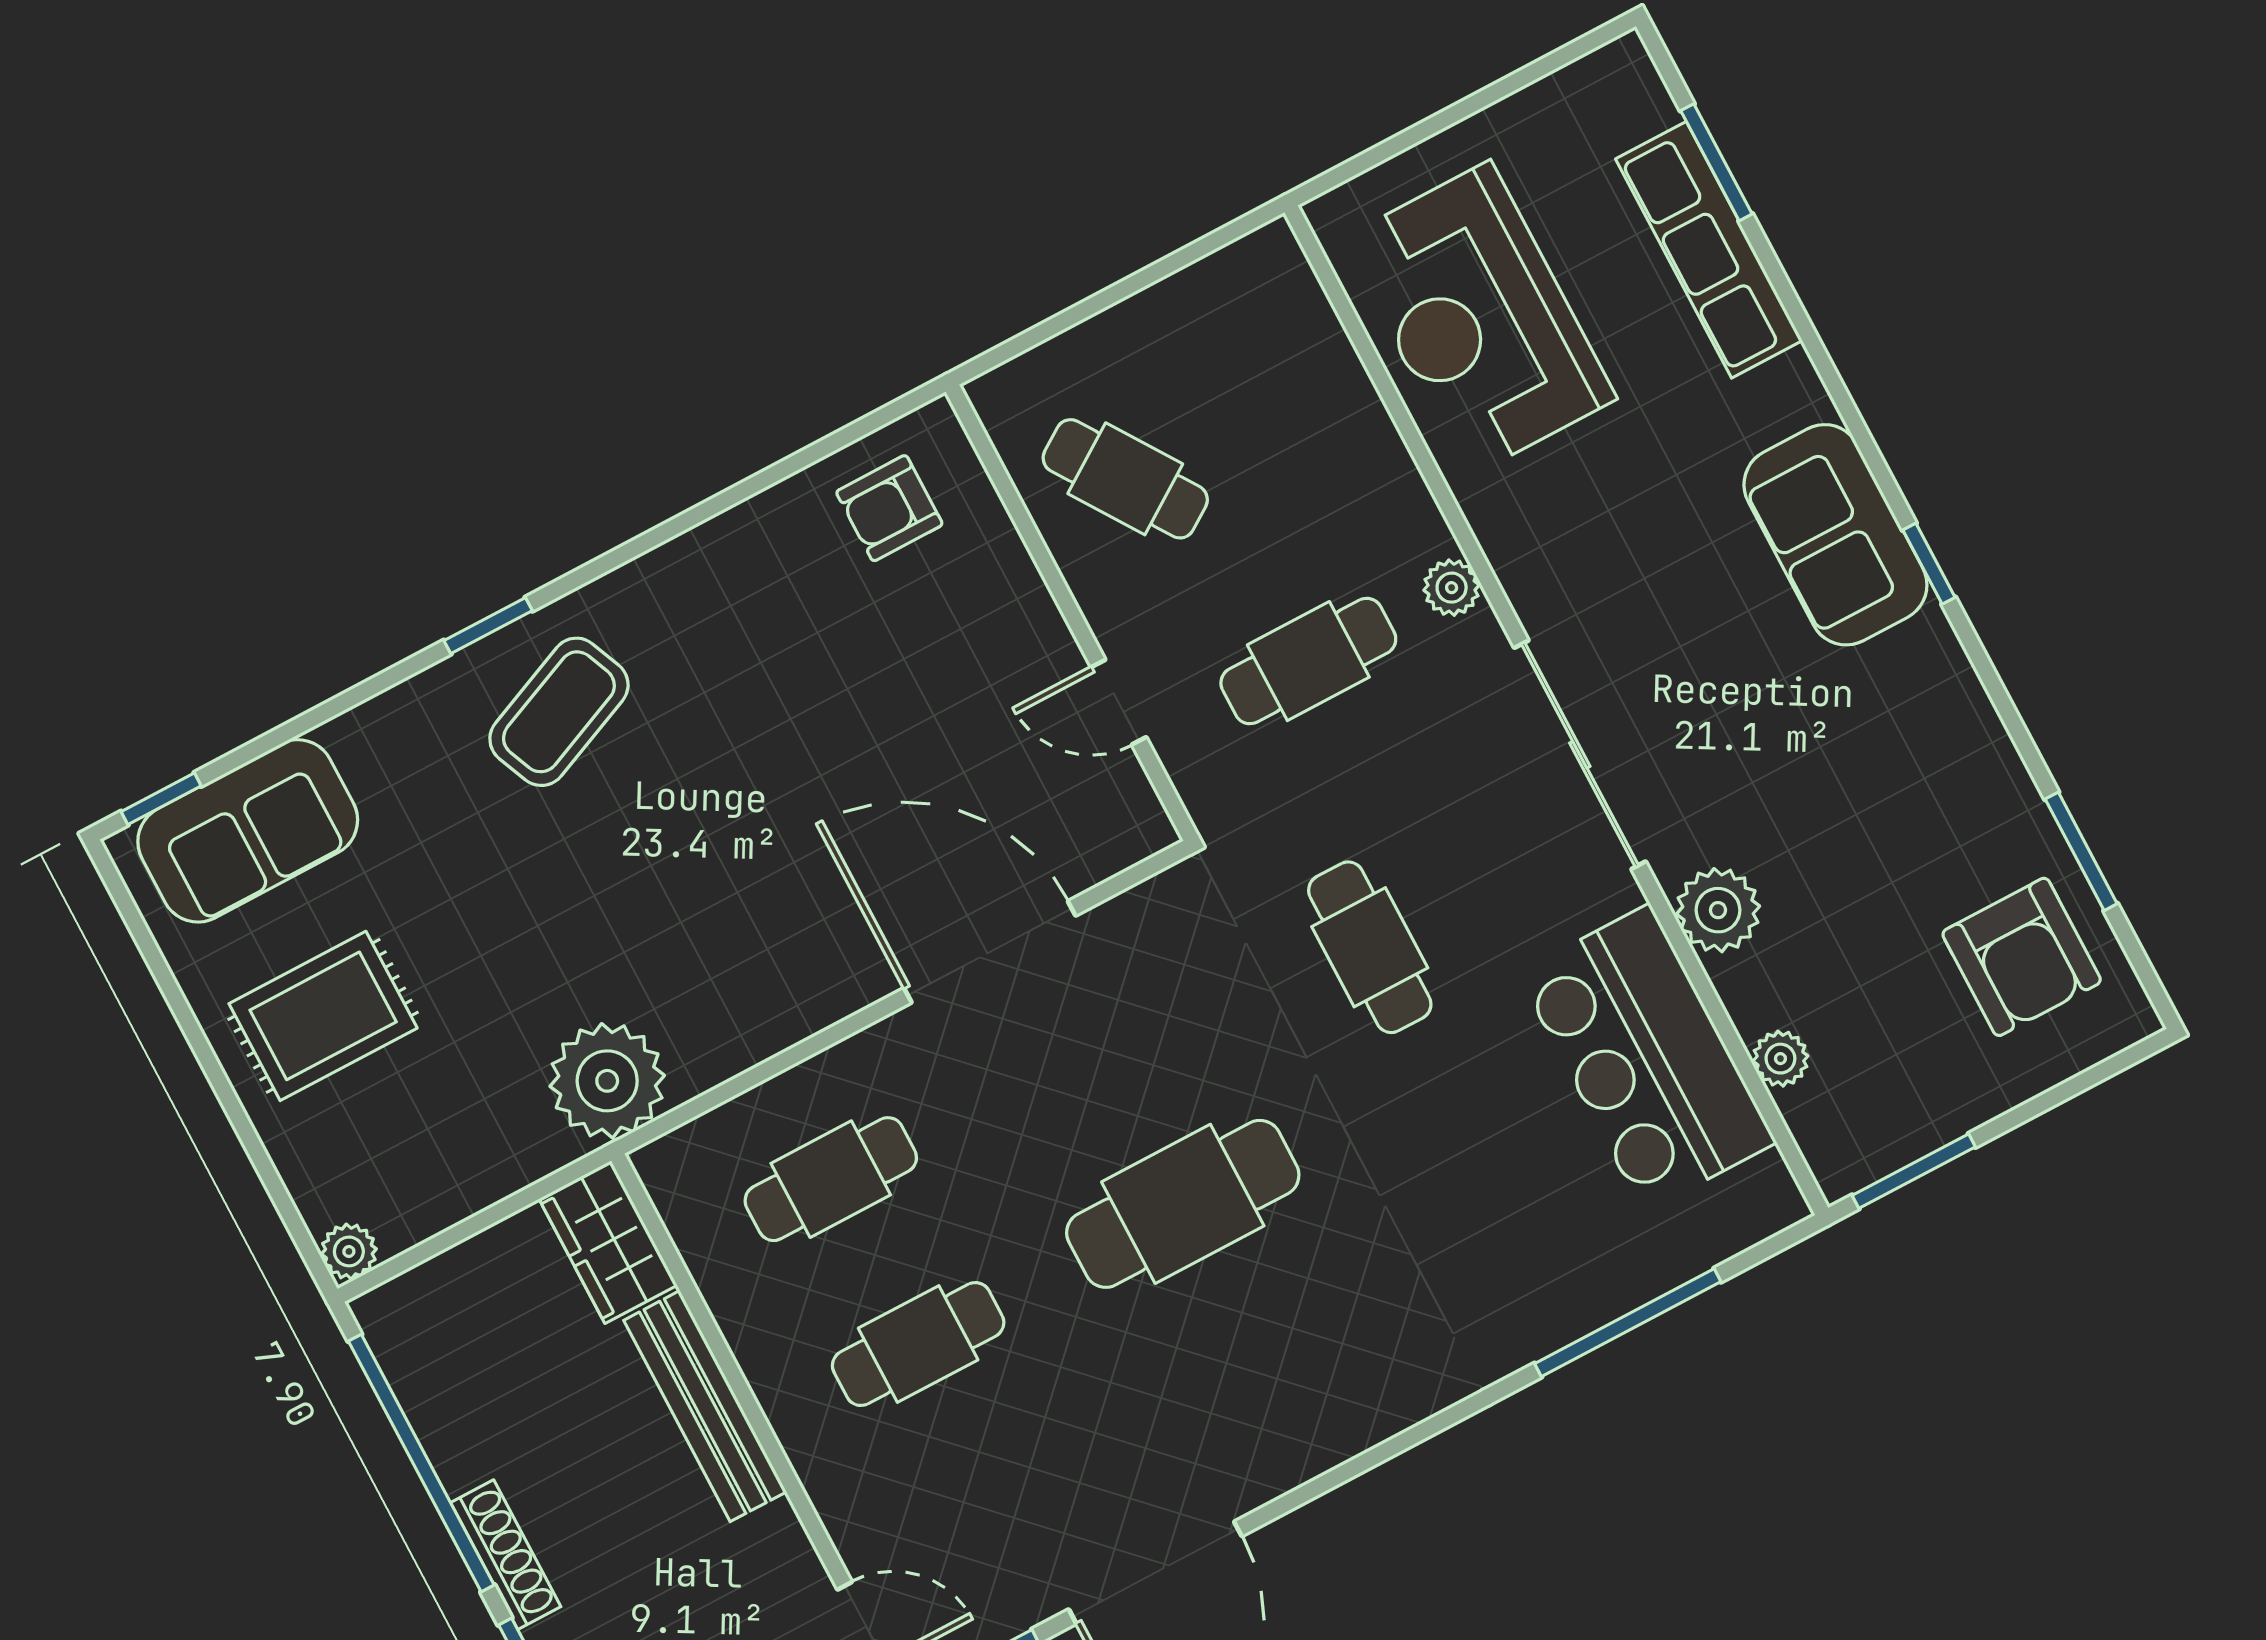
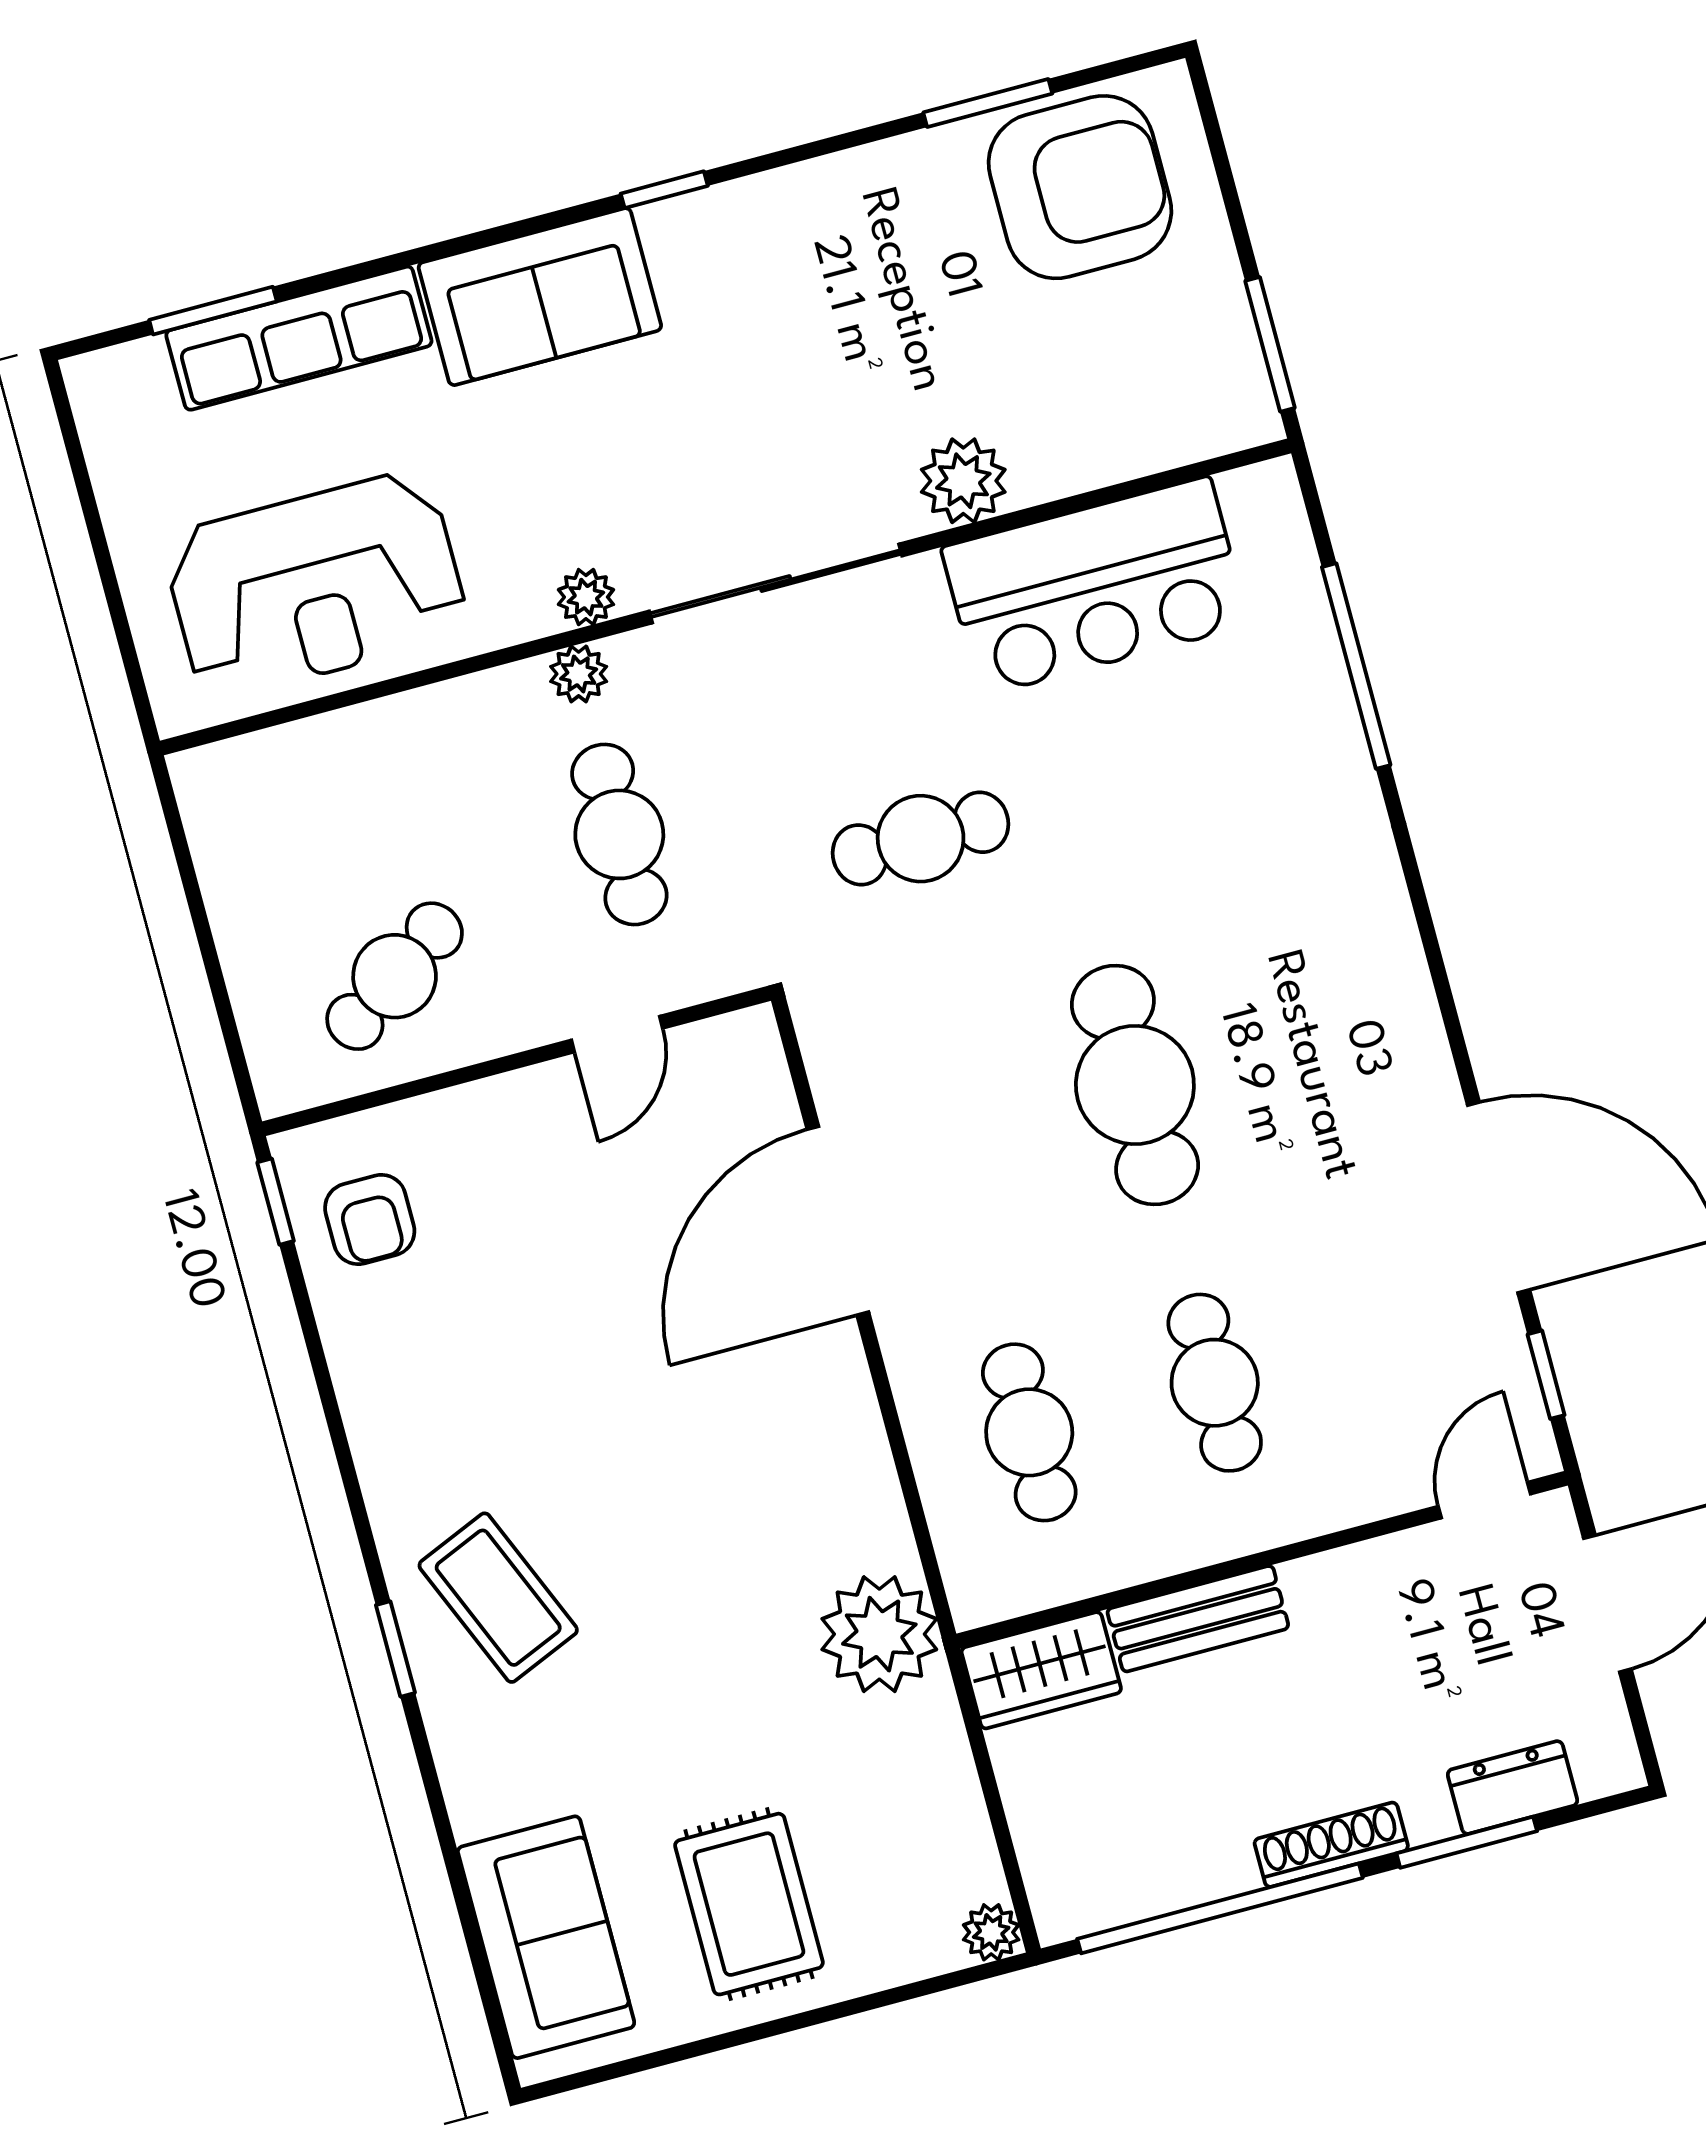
sofa: (1835, 535) -> (540, 297), moved
window: (161, 799) -> (276, 1202), moved
armchair: (2022, 957) -> (1080, 187), width x1.36, depth x1.36
plant: (1780, 1059) -> (586, 597), moved
bench: (705, 1406) -> (1198, 1619), width x0.73

